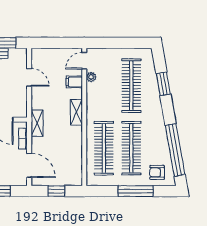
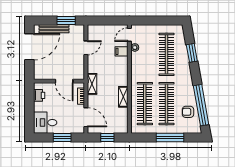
door: (29, 77) -> (86, 48), hinge flipped
shelving: (76, 112) -> (123, 97), moved
armchair: (157, 172) -> (188, 112), moved

